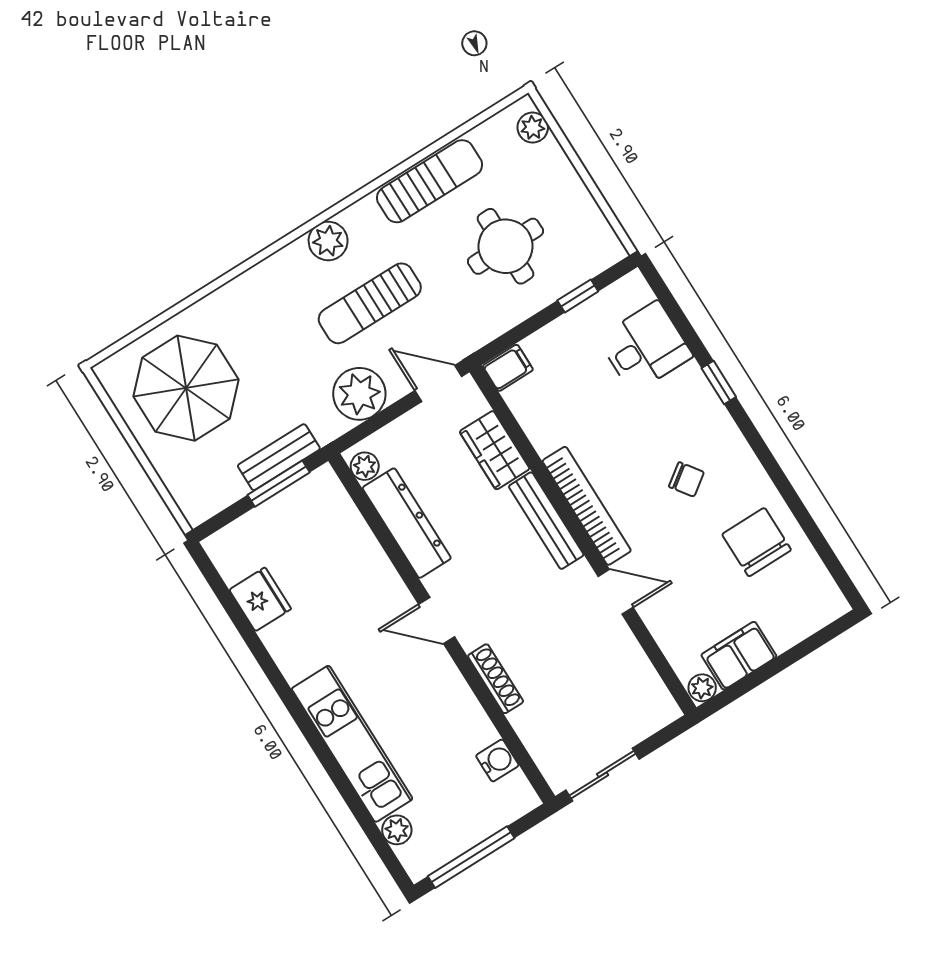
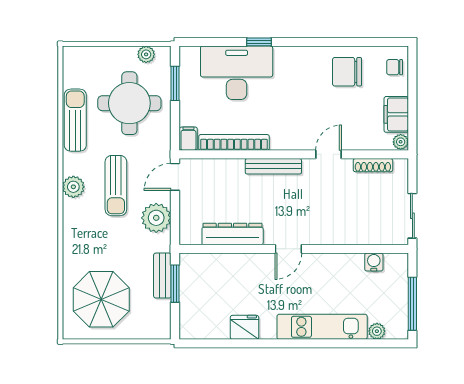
plant: (533, 128) -> (146, 54), moved
round table: (506, 246) -> (129, 103), width x1.36, depth x1.36
window: (578, 296) -> (175, 83), width x1.50
desk: (645, 347) -> (237, 73), width x1.87, depth x1.30
wardrobe: (495, 450) -> (224, 170), removed
plant: (365, 466) -> (193, 237), removed
chair: (686, 479) -> (395, 67), moved, turned -144
bookcase: (587, 506) -> (234, 142), moved
fridge: (260, 599) -> (244, 327), moved
shoe rack: (496, 679) -> (373, 165), moved, turned 180

